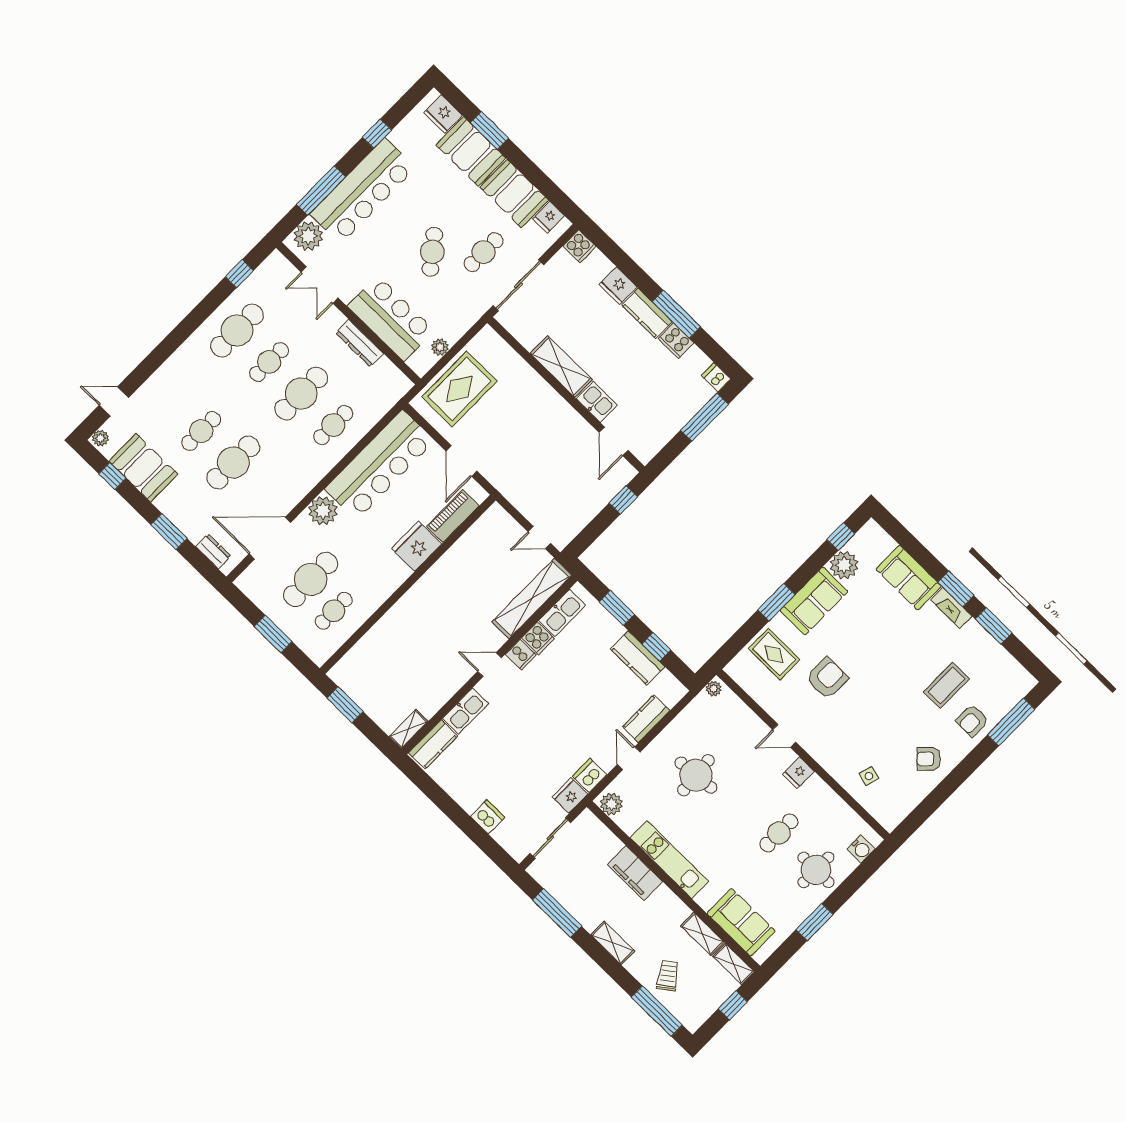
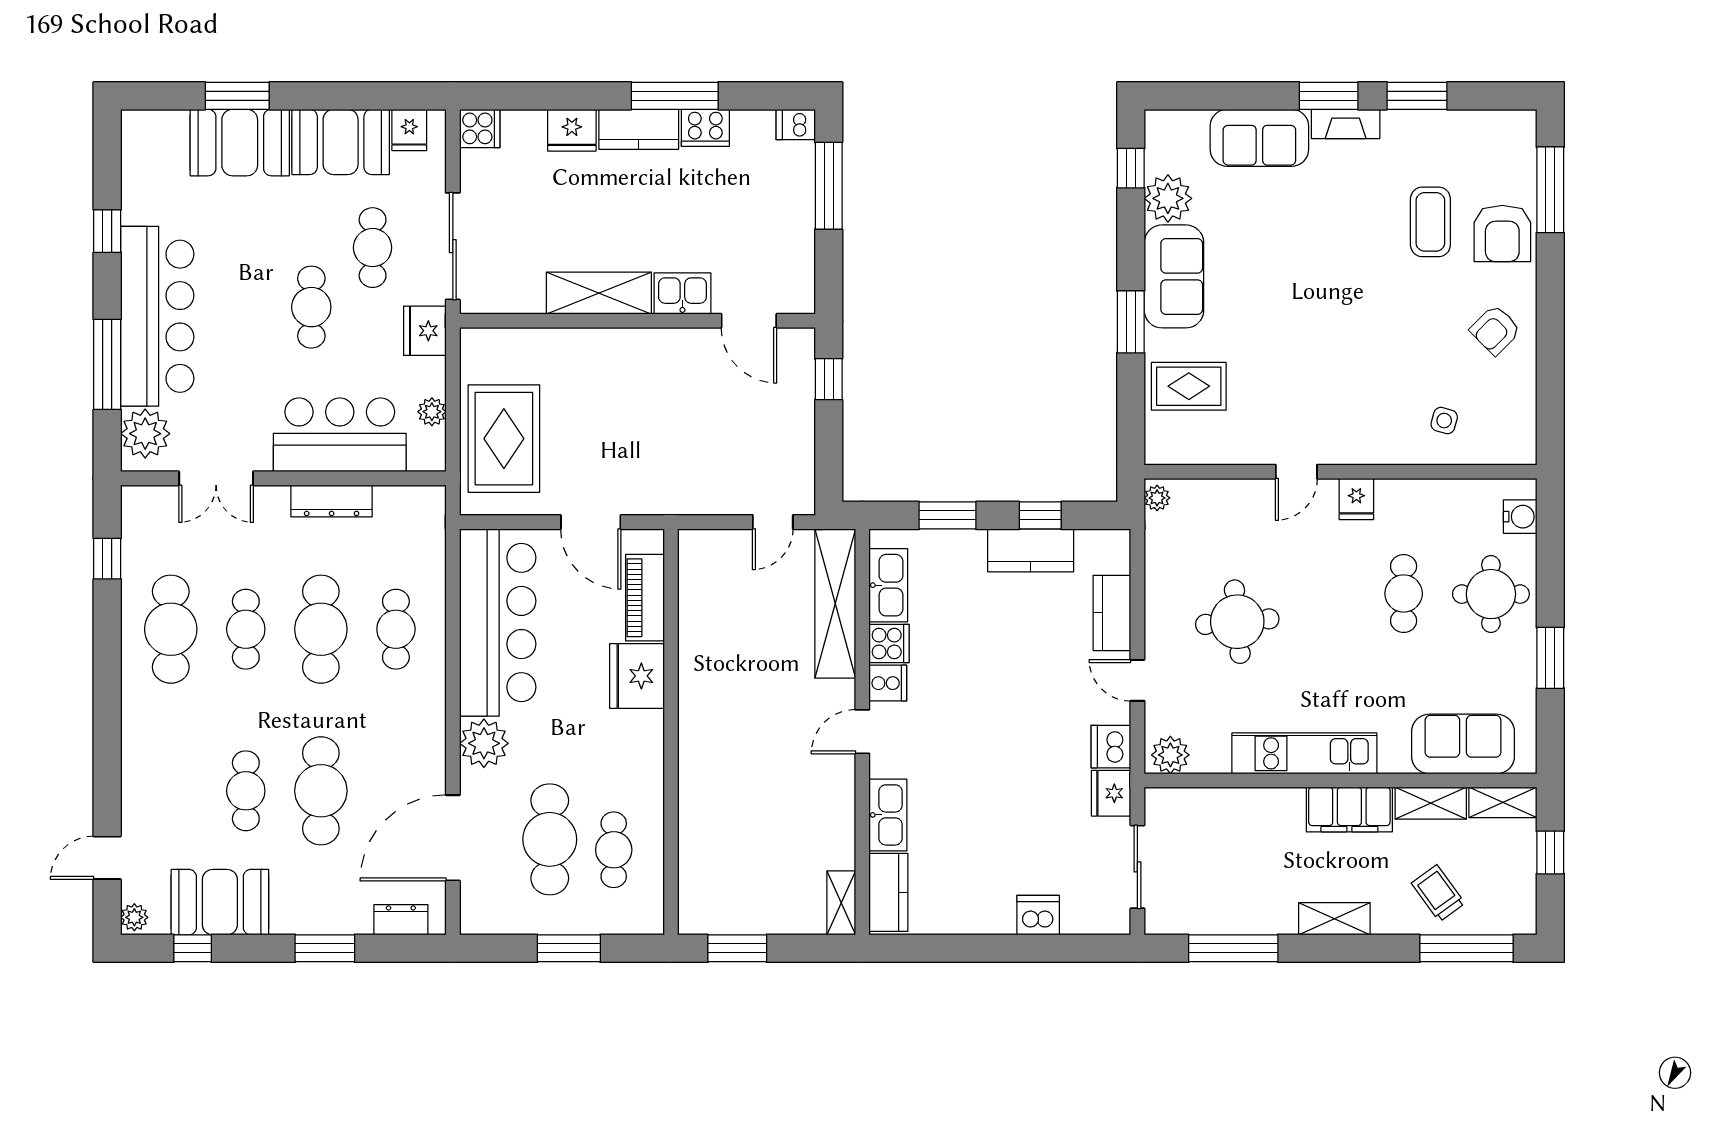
fridge: (443, 114) -> (425, 331), moved, turned 90
cafe table: (432, 252) -> (311, 307), turned 38
armchair: (827, 678) -> (1280, 353), removed
armchair: (972, 721) -> (1502, 234), width x1.38, depth x1.38
filing cabinet: (635, 873) -> (1349, 810), moved

